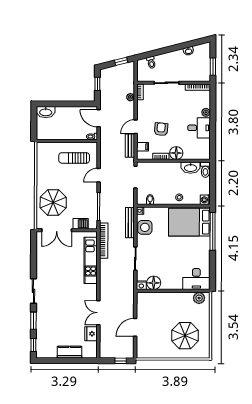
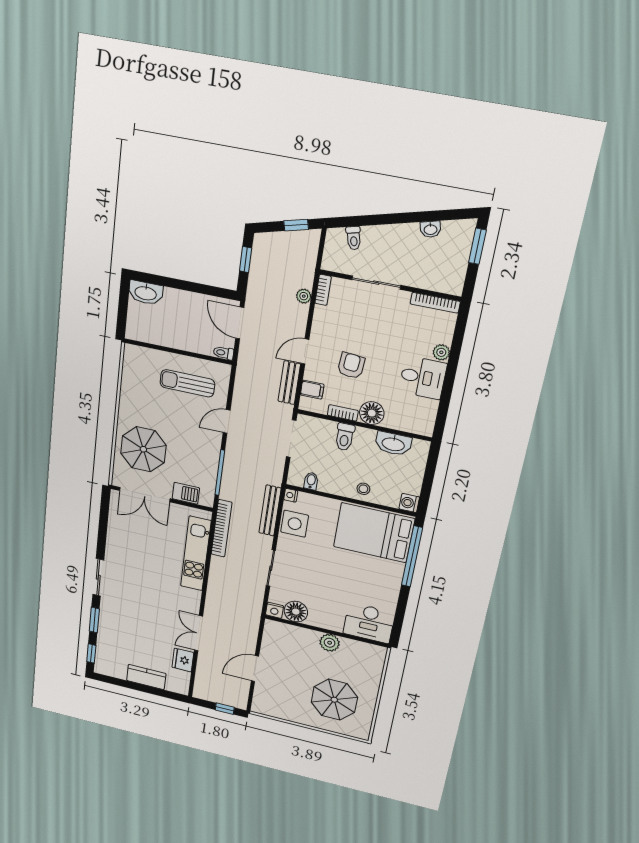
window: (213, 67) -> (477, 246), moved
toilet: (205, 170) -> (345, 437), moved
plant: (199, 298) -> (330, 643), moved

